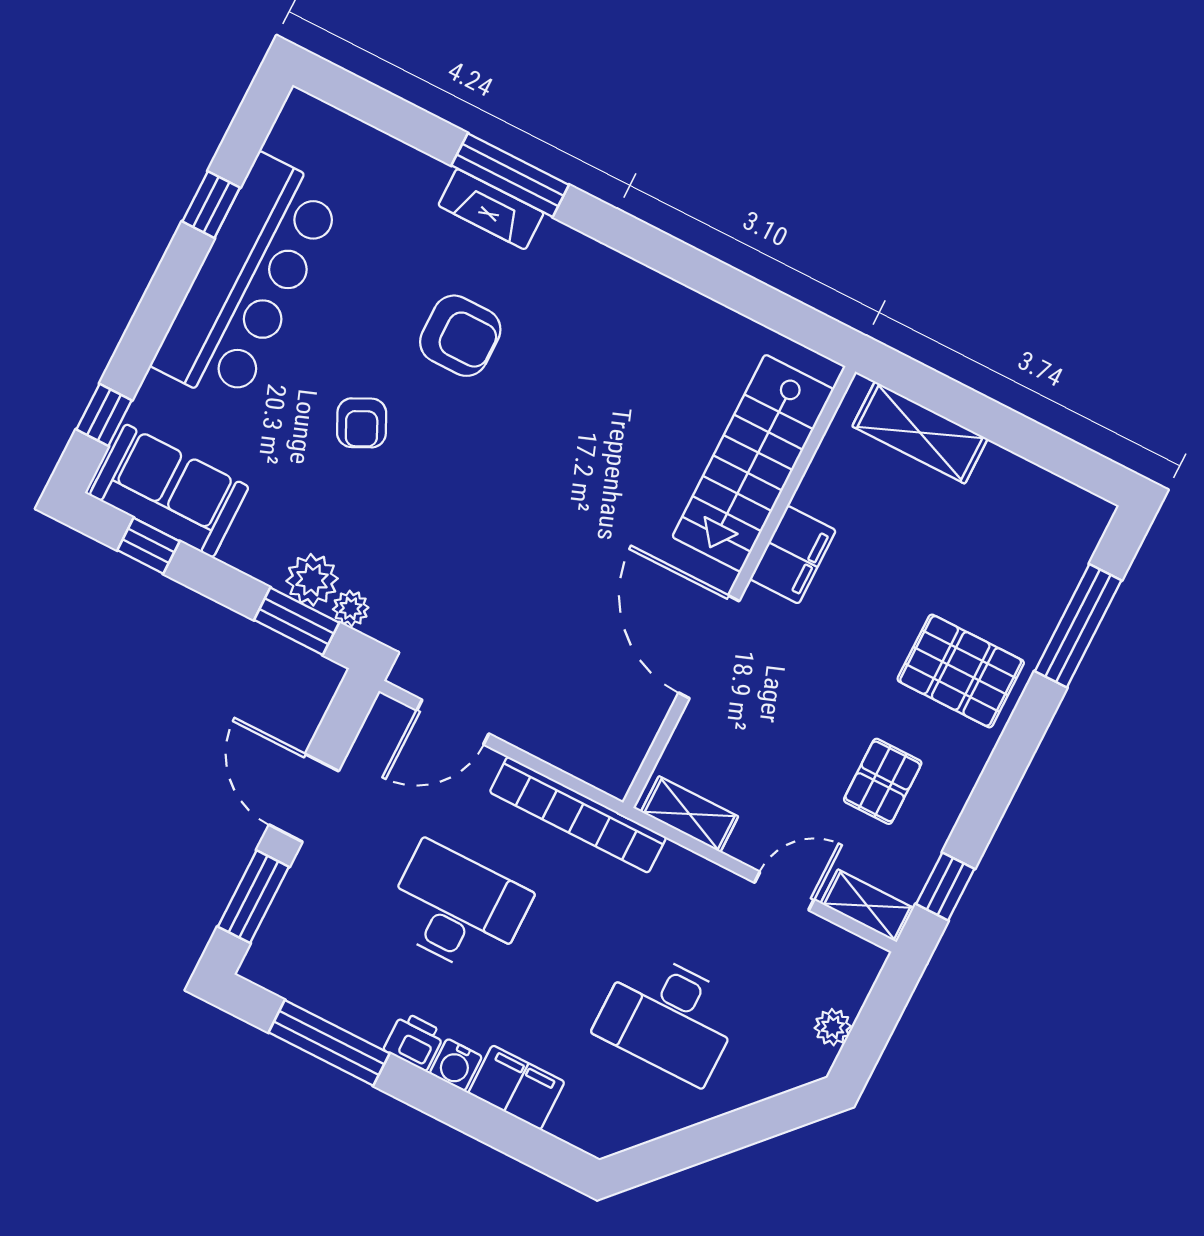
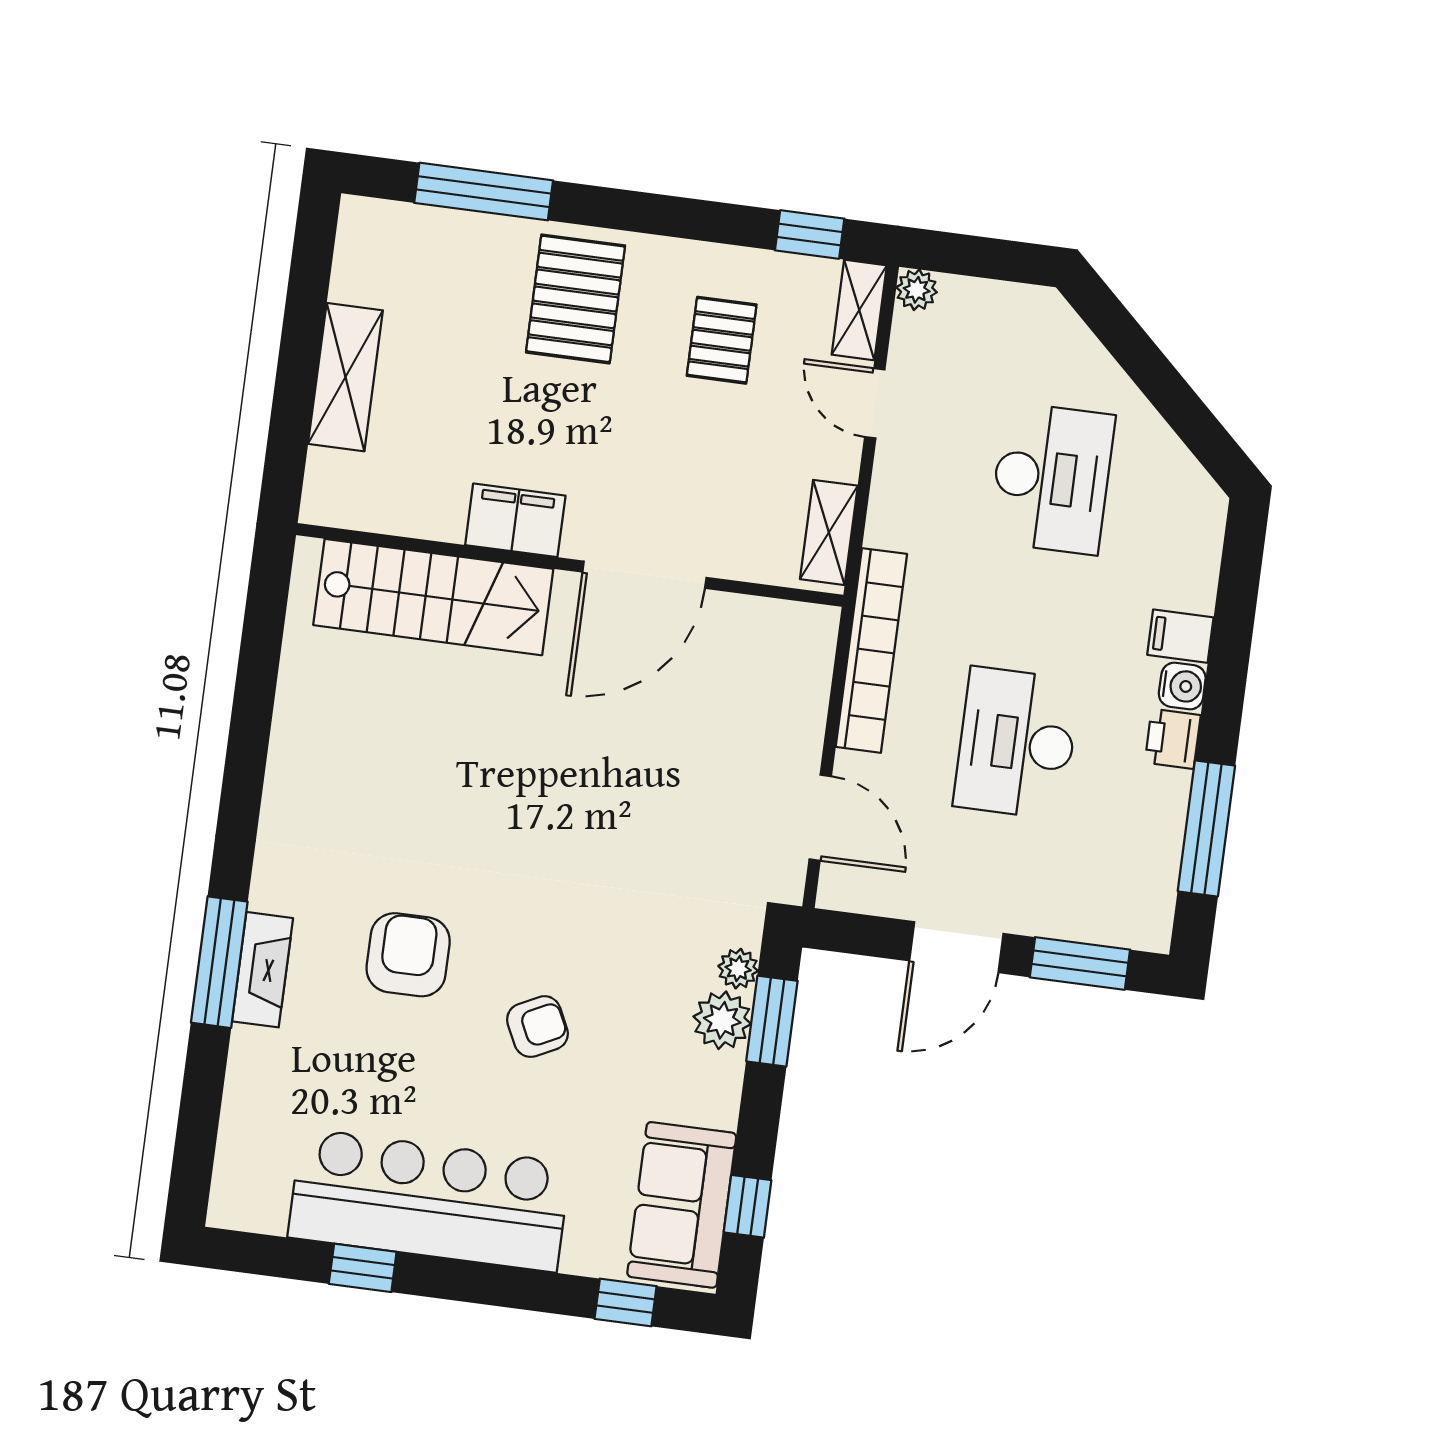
shelving: (920, 433) -> (345, 377), moved
pallet: (883, 781) -> (722, 340), turned 90
plant: (833, 1027) -> (917, 290), moved
filing cabinet: (516, 1087) -> (1180, 636), width x0.50

